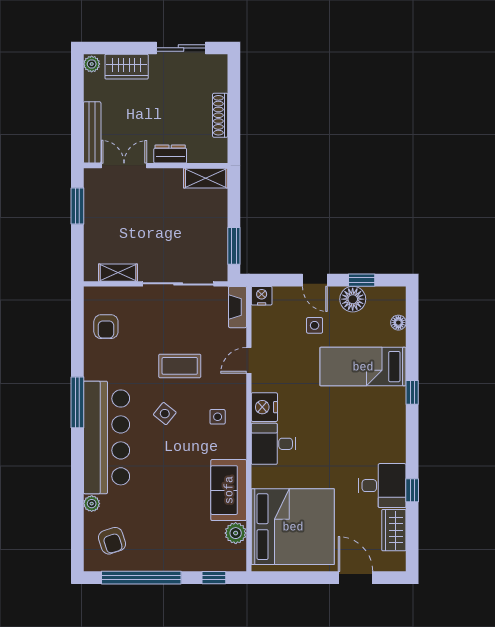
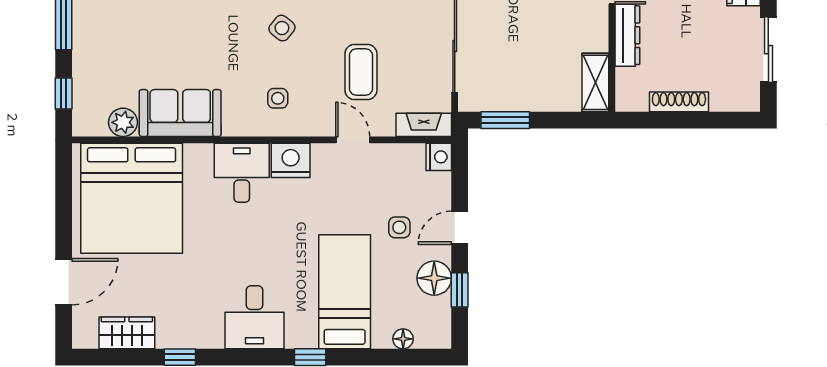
dresser: (170, 154) -> (627, 35), width x1.44
coffee table: (180, 366) -> (361, 72), moved
desk: (382, 486) -> (255, 317), moved

